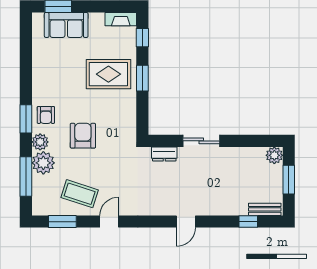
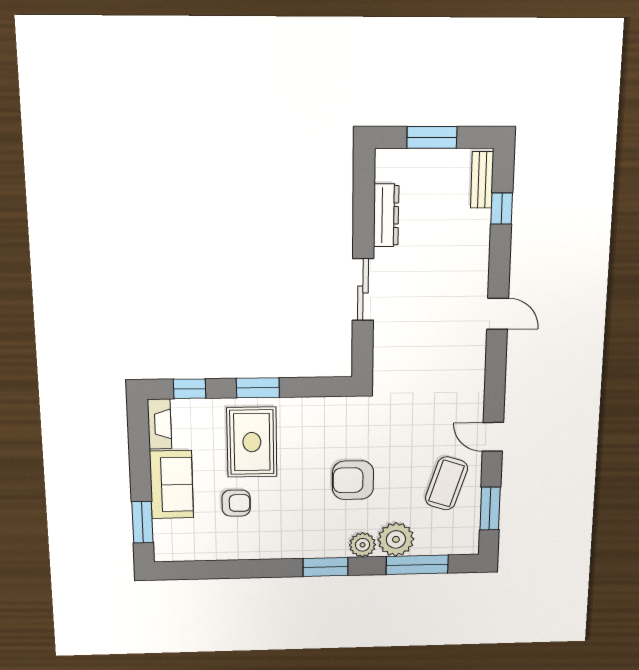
sofa: (66, 25) -> (172, 485), moved
armchair: (46, 115) -> (236, 503), moved
dresser: (164, 154) -> (386, 215), moved, width x1.44
plant: (274, 155) -> (389, 163), removed

